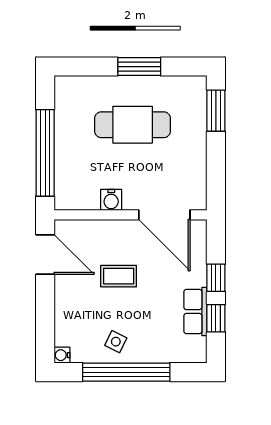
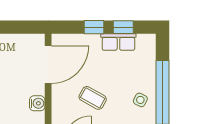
coffee table: (119, 276) -> (93, 98), turned -61

